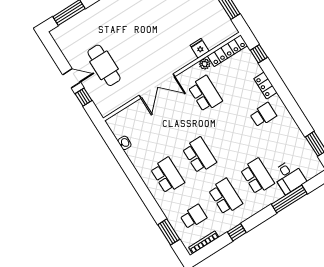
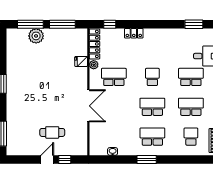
cafe table: (104, 65) -> (52, 132), width x0.73, depth x0.74
school desk: (263, 115) -> (152, 77), moved
window: (169, 232) -> (147, 160), moved

